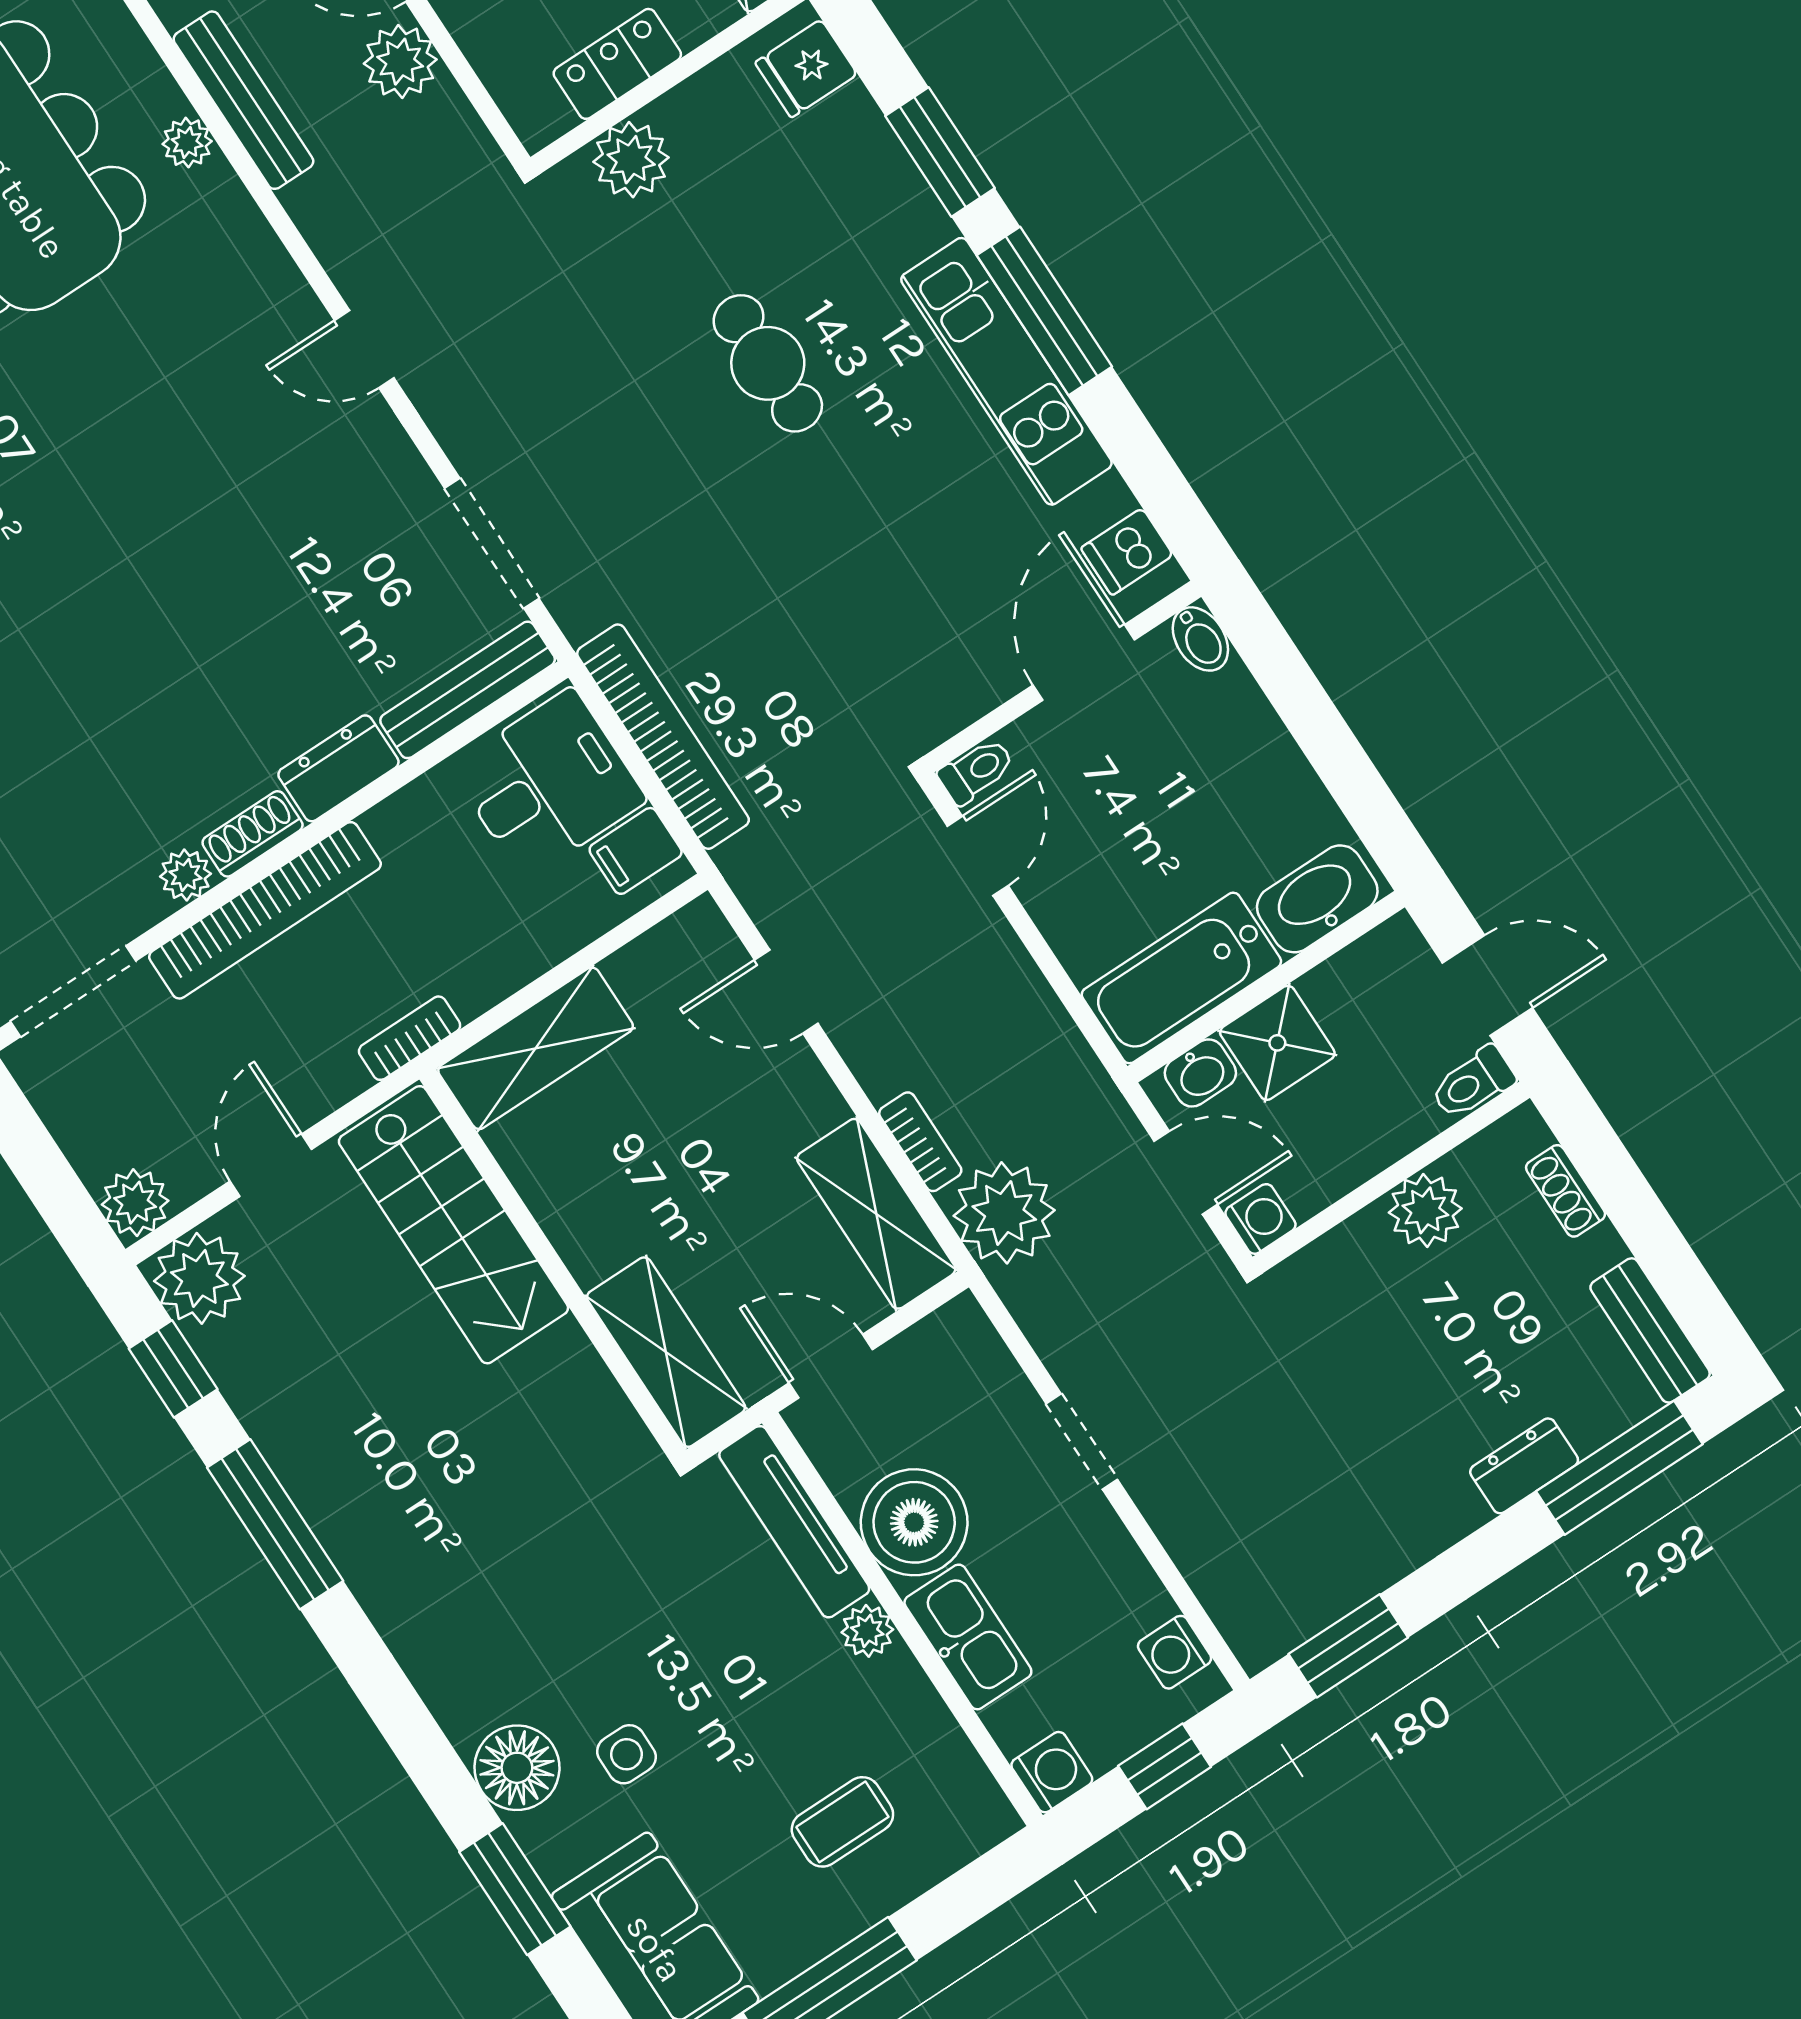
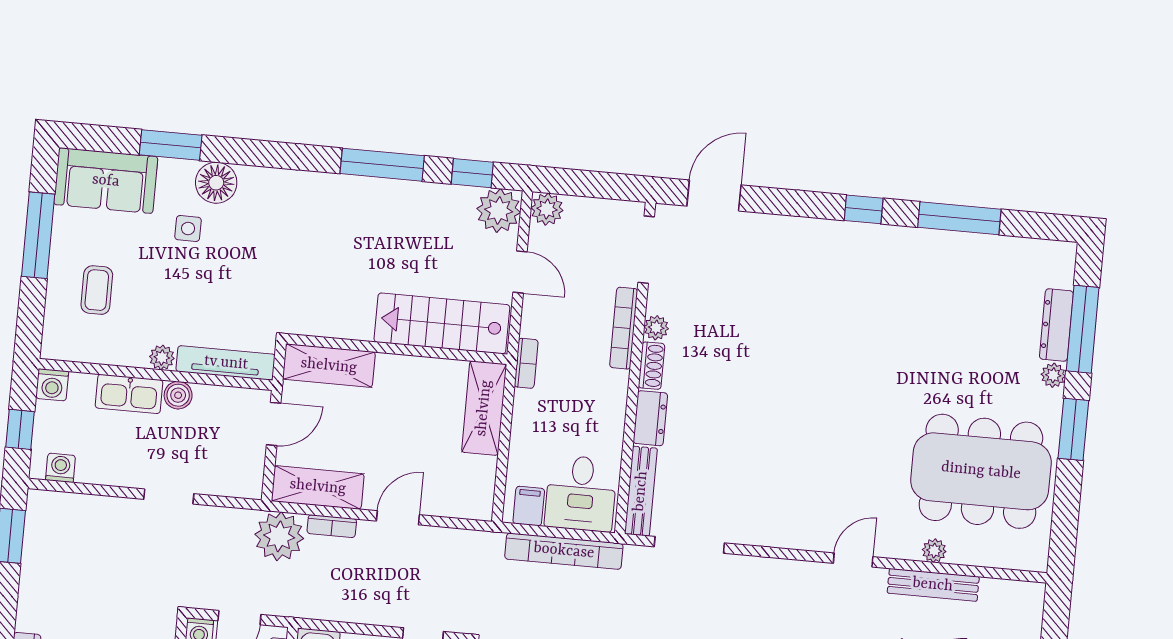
door: (364, 349) -> (853, 560), moved
bookcase: (265, 910) -> (624, 328), width x0.68, depth x0.76
door: (786, 992) -> (398, 518), moved
boiler: (914, 1522) -> (178, 395), width x0.54, depth x0.54

